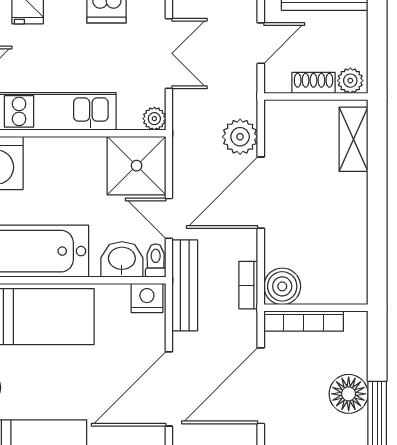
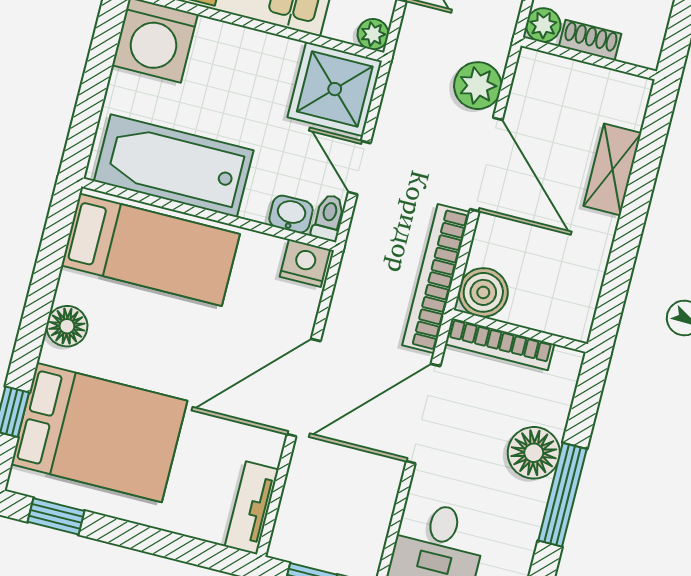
plant: (350, 81) -> (543, 25), moved
shelving: (354, 139) -> (612, 169), moved
door: (261, 193) -> (486, 164), swing flipped
washbasin: (122, 259) -> (291, 214), width x0.72, depth x0.69
bench: (185, 285) -> (358, 259), removed
bookcase: (248, 285) -> (436, 279), width x2.31, depth x1.31

